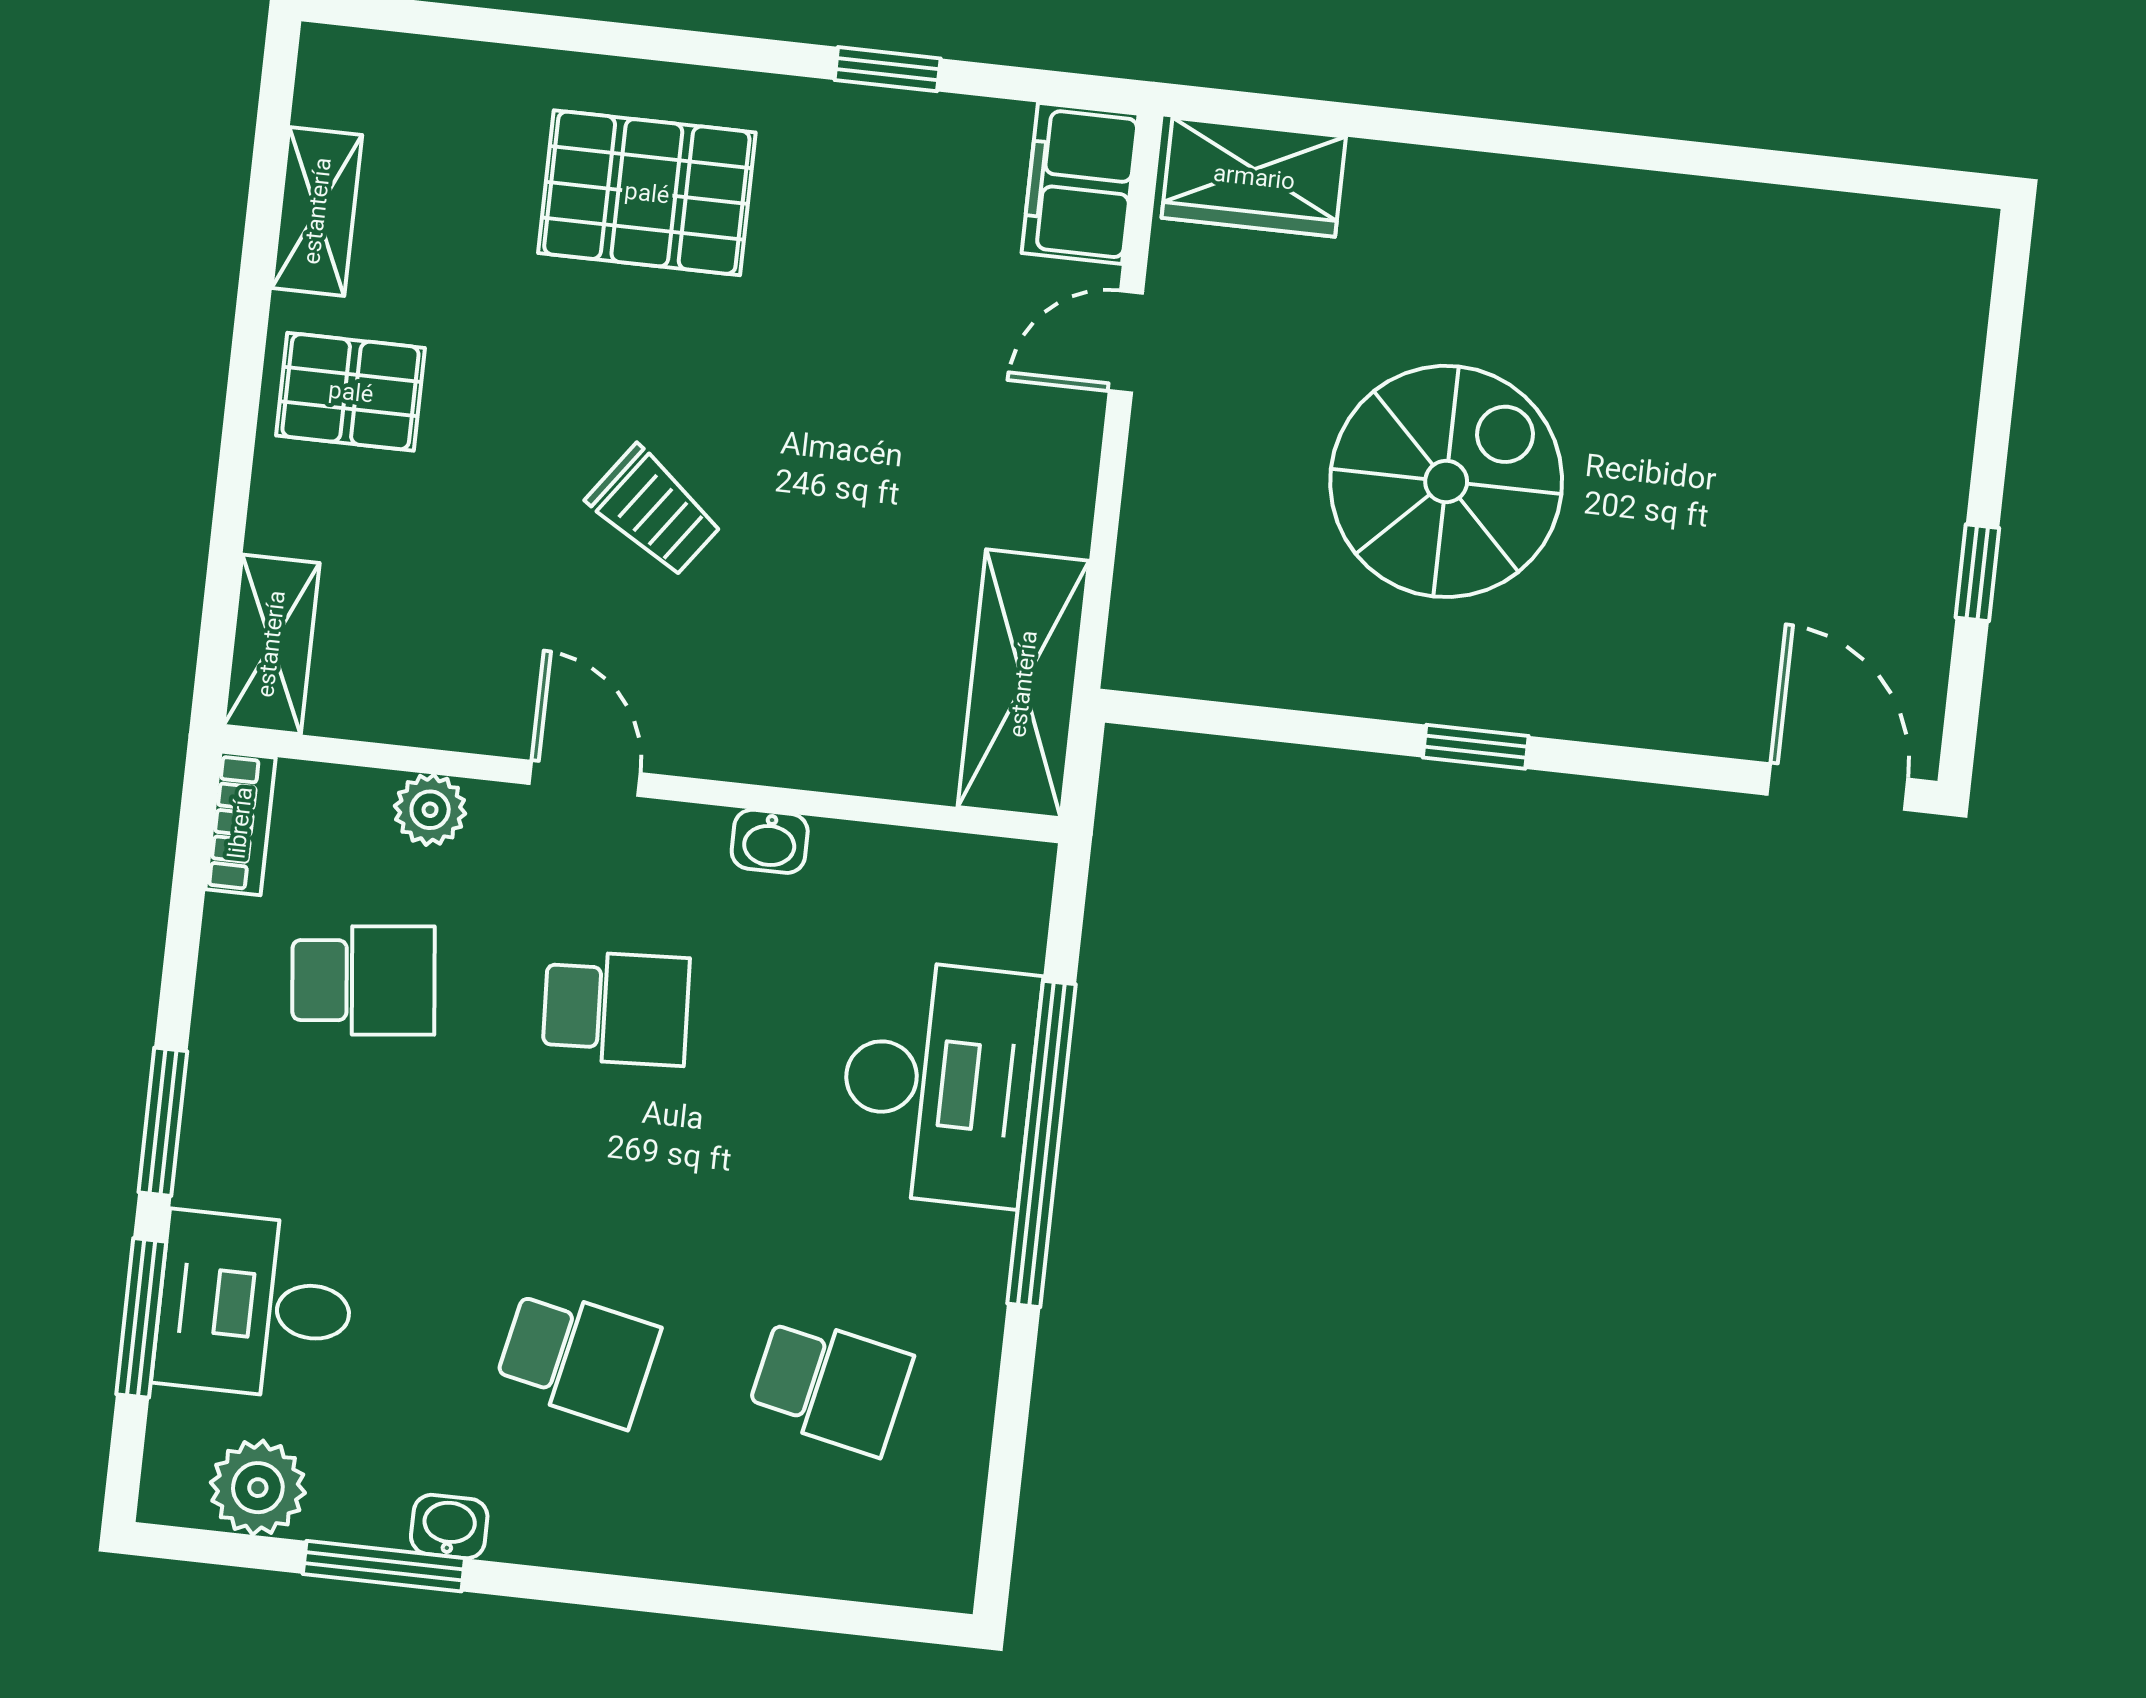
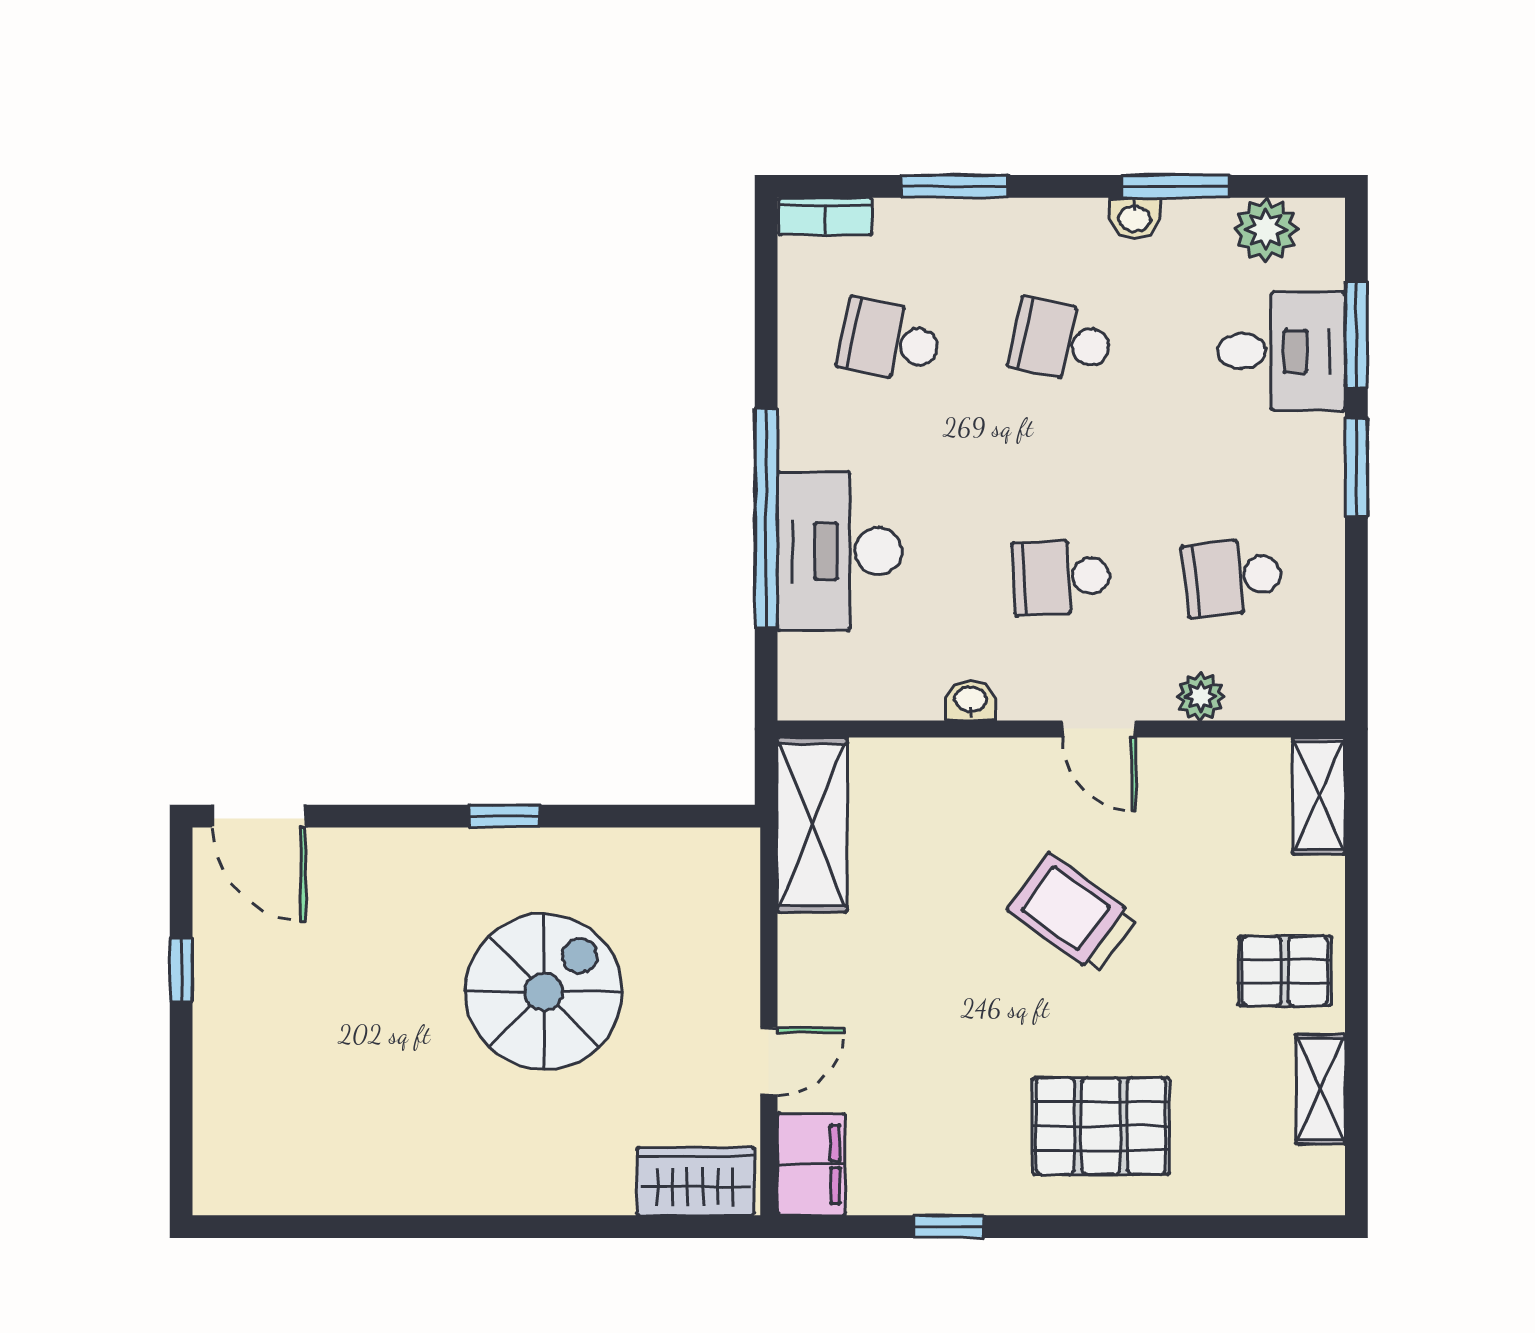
spiral stairs: (1446, 481) -> (544, 992), turned 180
trolley: (654, 511) -> (1072, 913), width x1.36, depth x1.39
bookcase: (240, 823) -> (825, 216), moved, turned -90
window: (709, 1602) -> (955, 186), added

